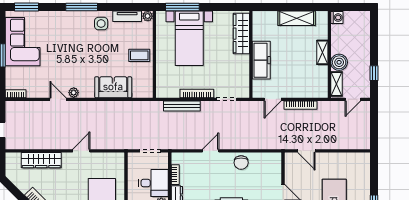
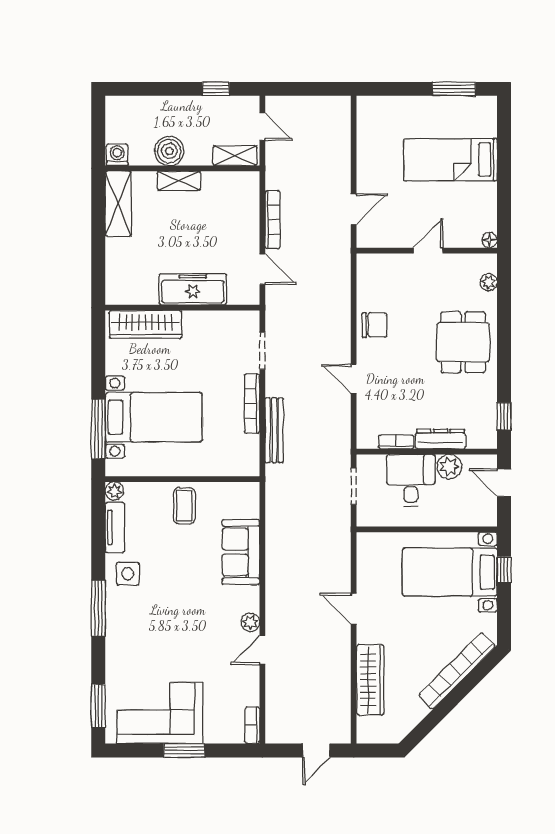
shelving: (297, 18) -> (118, 204), moved
boiler: (339, 62) -> (169, 151), moved

